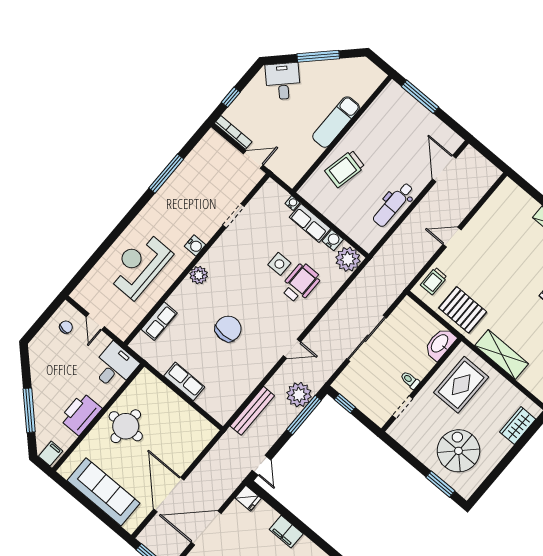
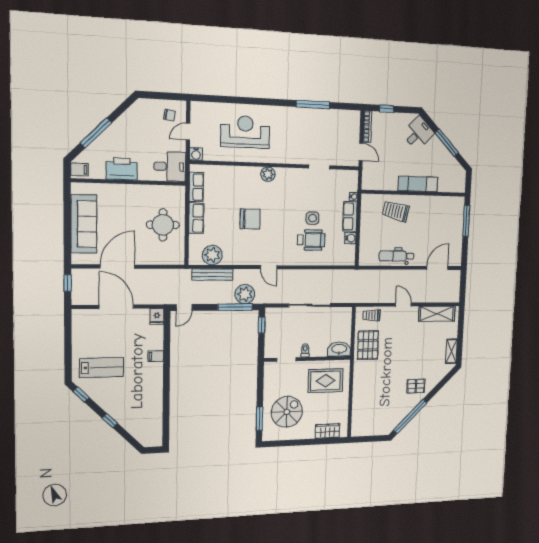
water cooler: (195, 245) -> (196, 154), moved
plant: (348, 259) -> (212, 255), moved
row of seats: (159, 321) -> (196, 187), moved, turned -90
shelving: (502, 355) -> (437, 314), moved, turned 90
round table: (126, 426) -> (163, 225), moved
filing cabinet: (286, 532) -> (156, 356), width x0.50

